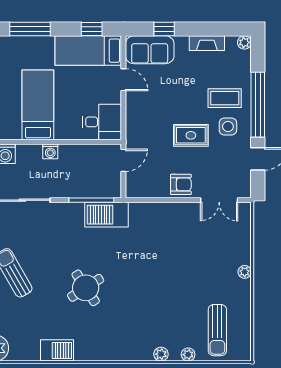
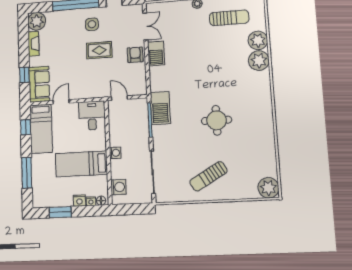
plant: (244, 42) -> (37, 21), width x1.87, depth x1.87
coffee table: (225, 98) -> (72, 28), removed
rug: (191, 135) -> (99, 50), turned 90
round table: (86, 288) -> (217, 120), turned 33
sun lounger: (217, 330) -> (229, 18), moved
barbecue: (57, 350) -> (156, 53), moved, turned 180
plant: (161, 354) -> (259, 61), width x1.88, depth x1.88
plant: (188, 355) -> (258, 40), width x1.87, depth x1.87

